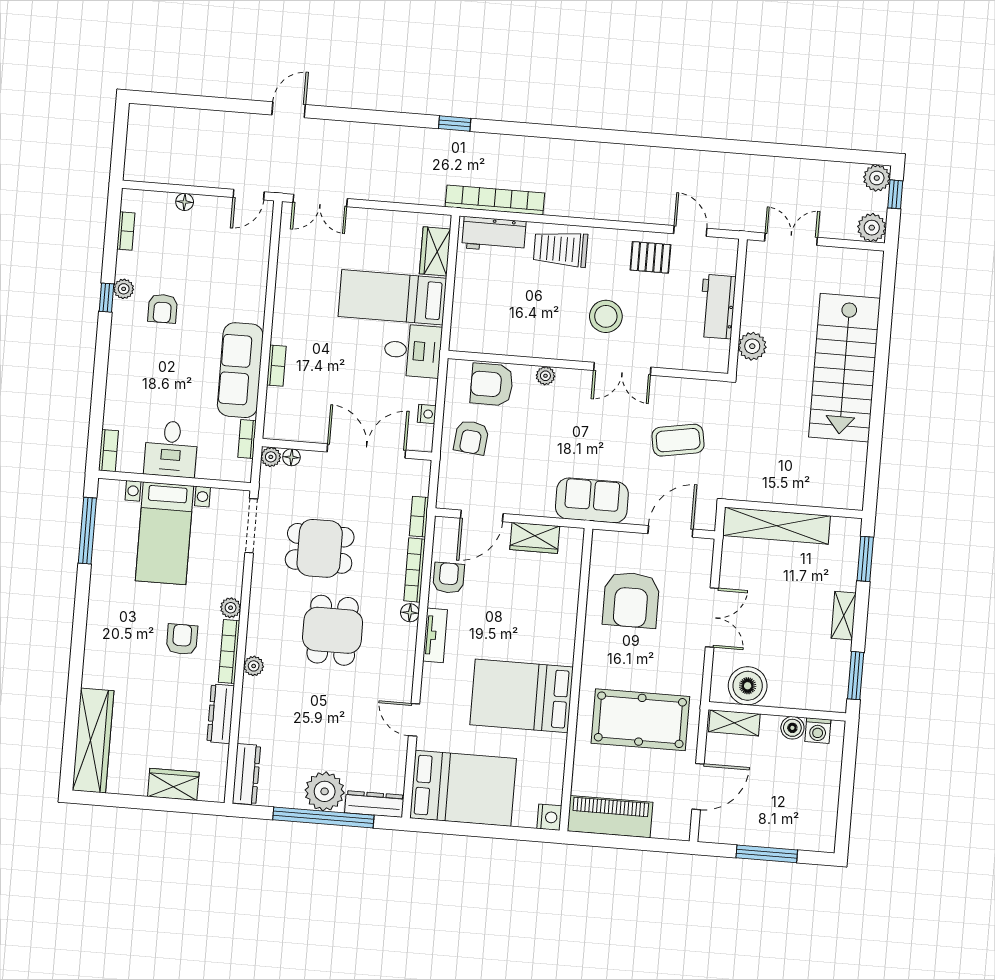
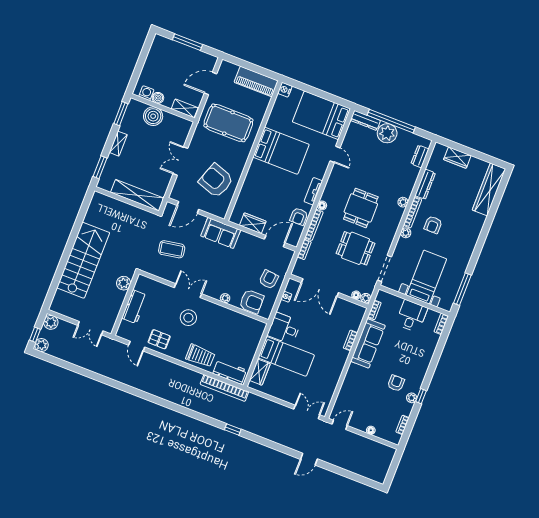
armchair: (631, 600) -> (216, 181), turned -71
boiler: (748, 686) -> (153, 116), moved
dresser: (246, 774) -> (420, 156), width x0.70

